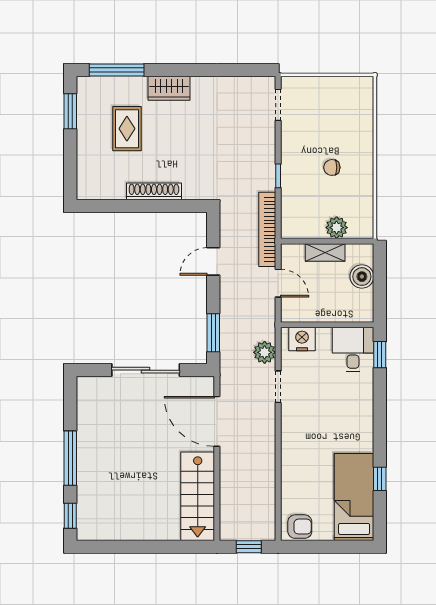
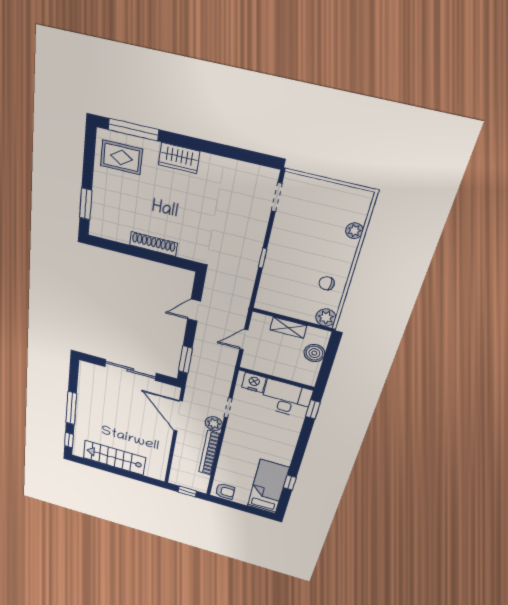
window: (70, 111) -> (86, 204), moved
plant: (365, 121) -> (354, 231), added
rug: (127, 129) -> (121, 157), moved, turned 90
chair: (332, 167) -> (327, 283), moved
plant: (337, 228) -> (326, 317), moved
bookcase: (267, 229) -> (209, 453), moved
door: (278, 283) -> (244, 339), swing flipped
desk: (353, 350) -> (286, 399), width x1.37
plant: (265, 352) -> (214, 424), moved
stairs: (198, 496) -> (114, 458), moved, turned 90

